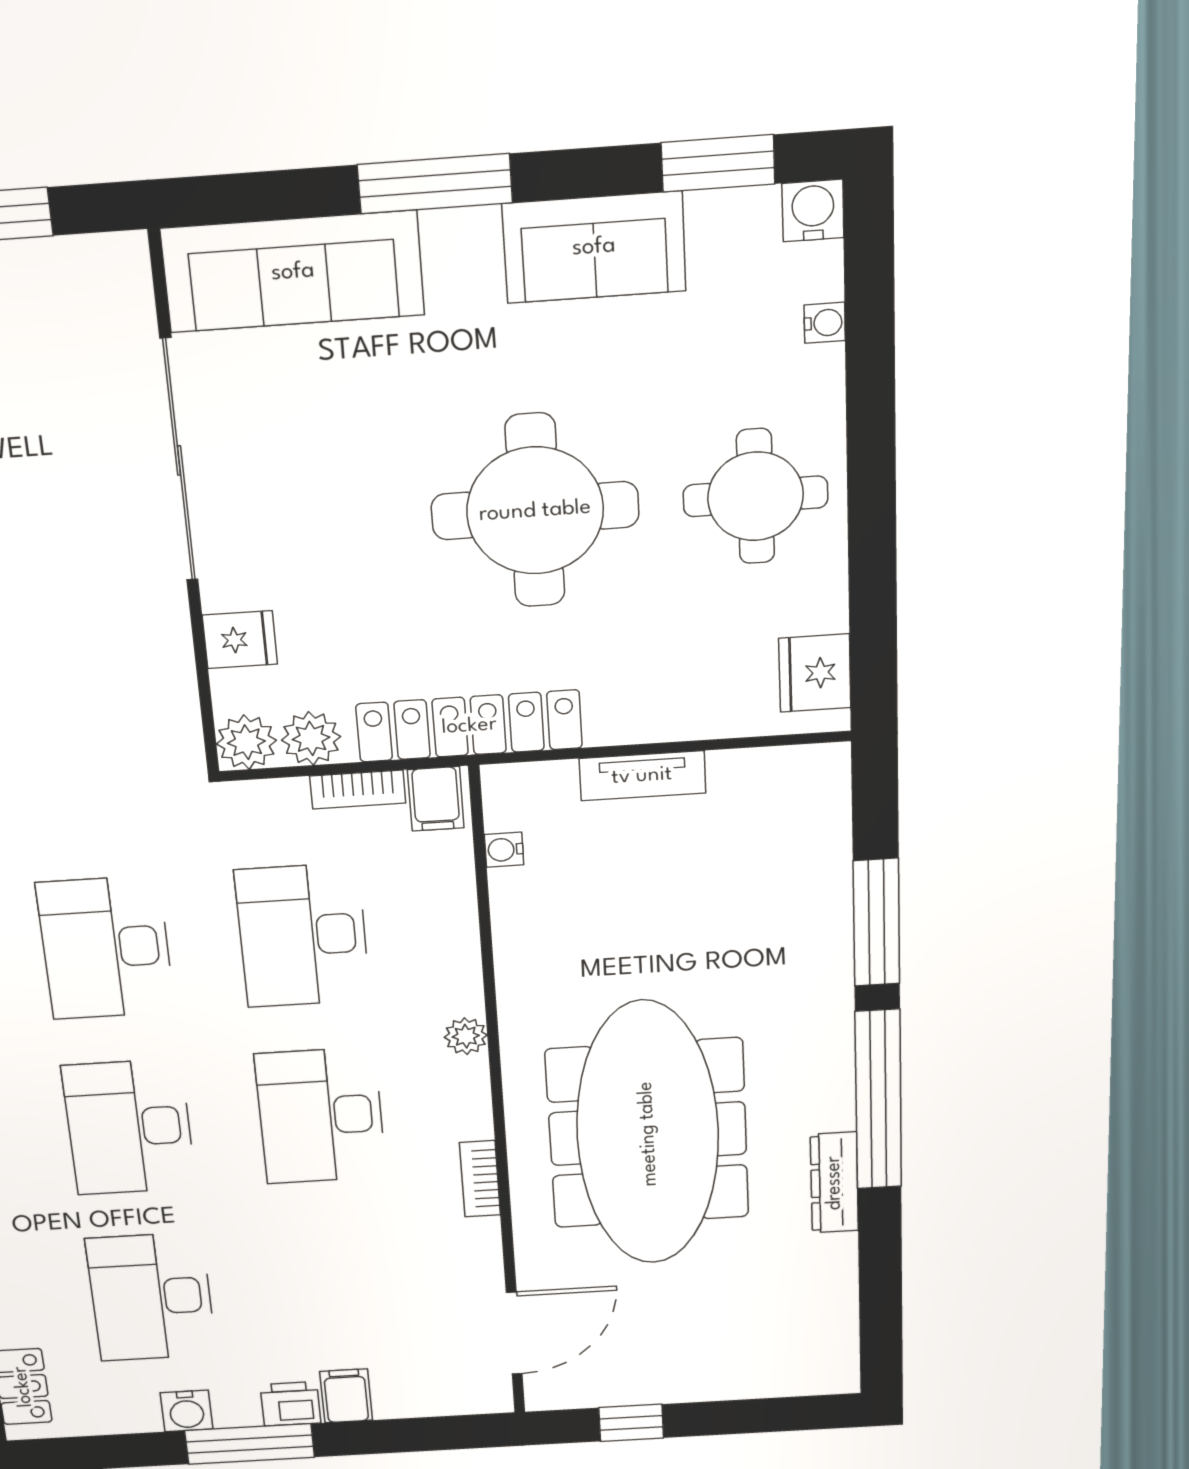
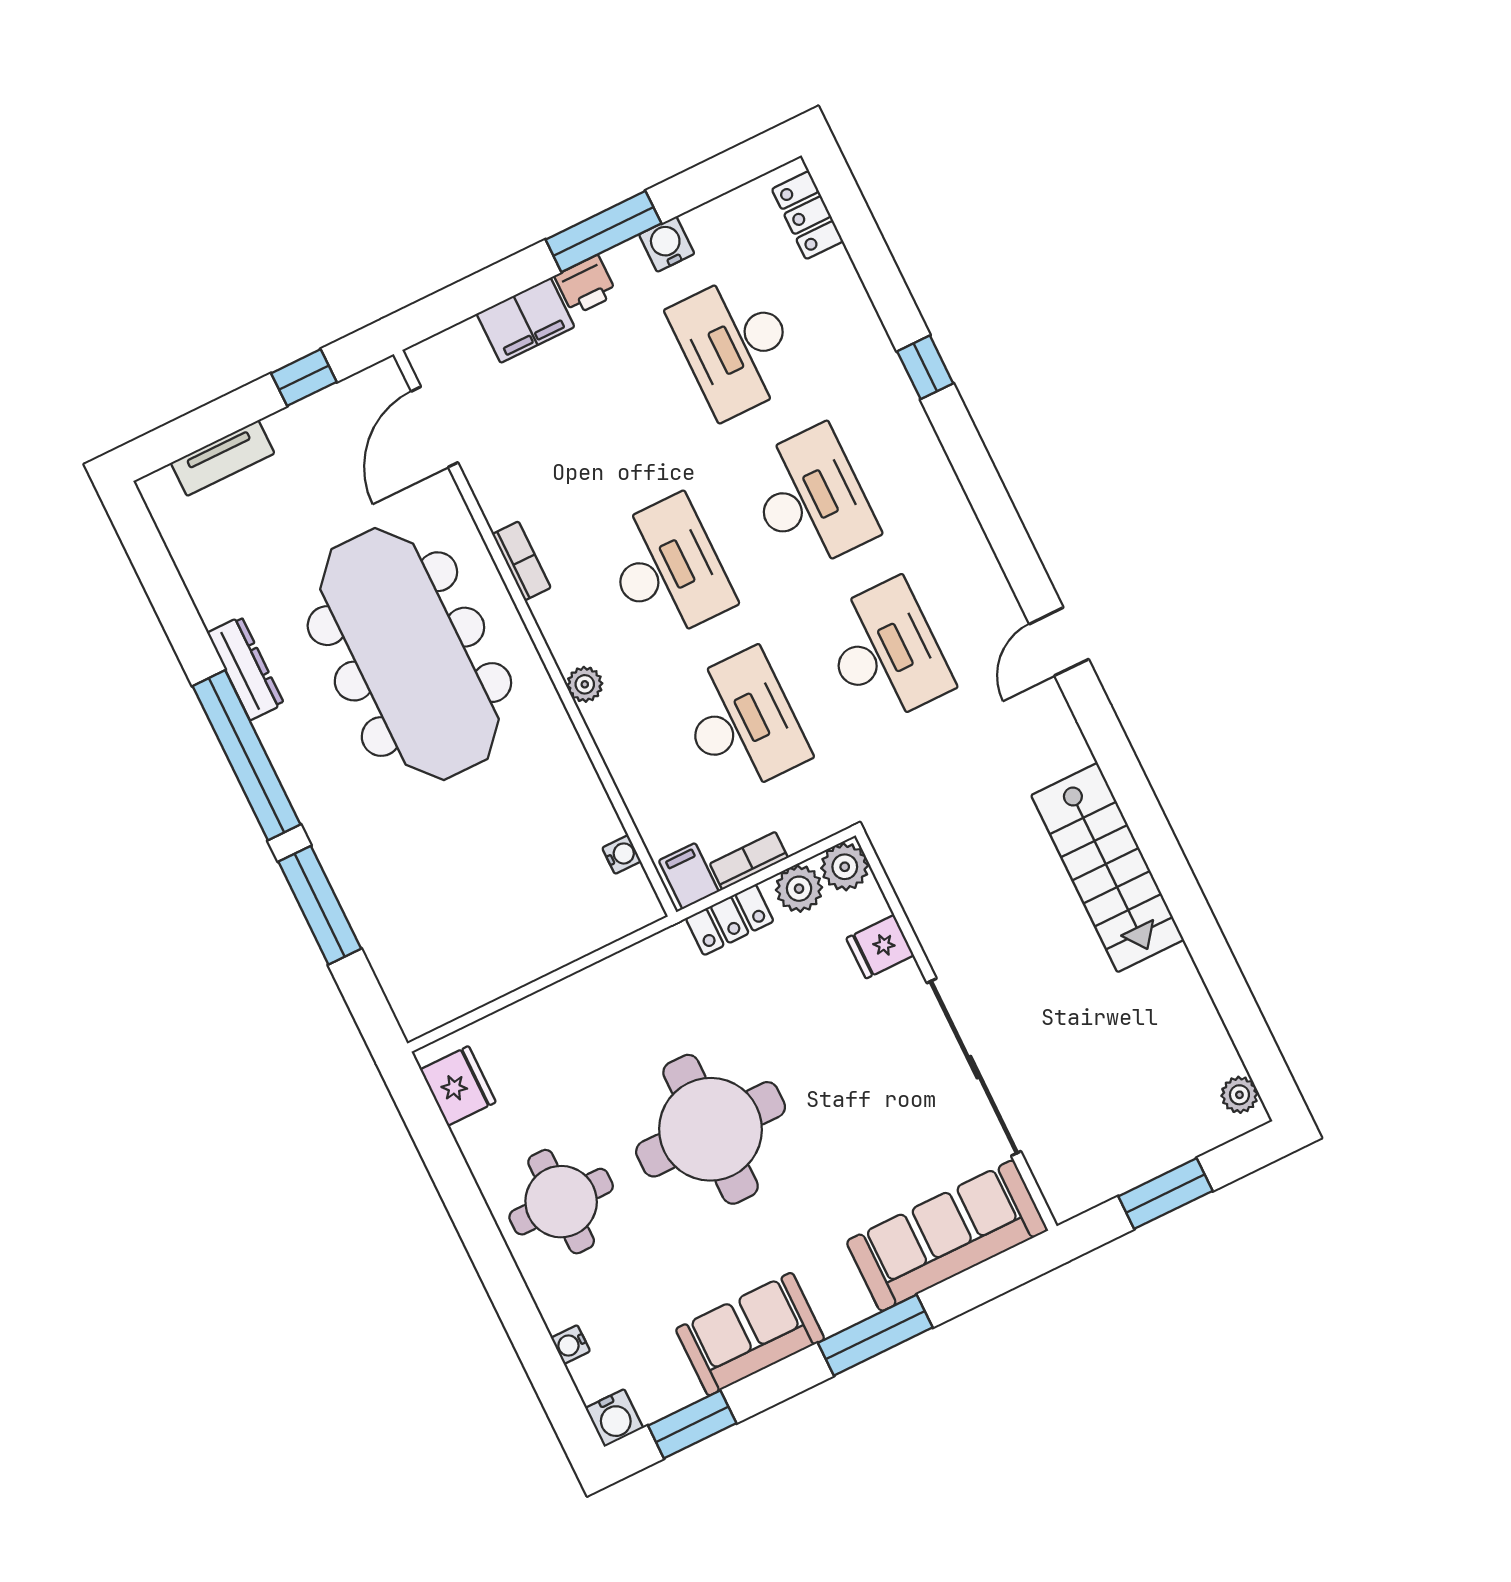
locker: (469, 726) -> (730, 920), width x0.46, depth x0.83
tv unit: (642, 776) -> (223, 458), moved, turned 180
desk: (151, 1297) -> (736, 345), turned 180
filing cabinet: (346, 1396) -> (525, 320), width x2.00

